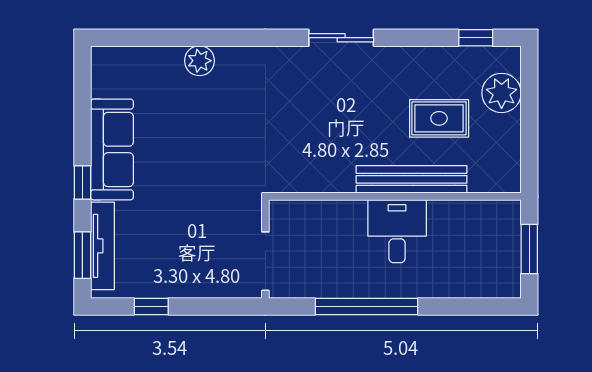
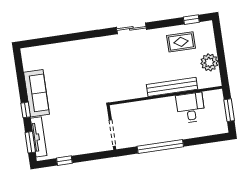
plant: (199, 61) -> (70, 48), removed
plant: (502, 93) -> (209, 62), moved
rug: (439, 118) -> (181, 42), moved
desk: (397, 231) -> (191, 108), moved

